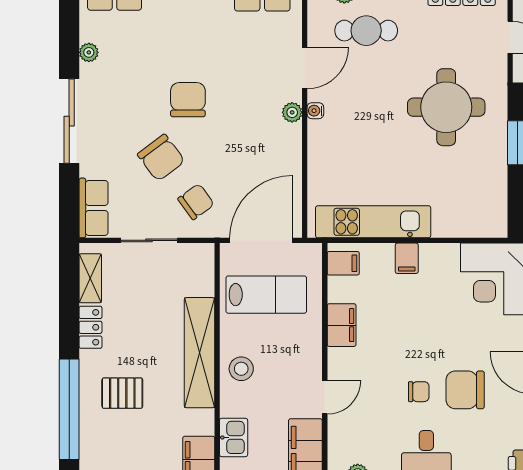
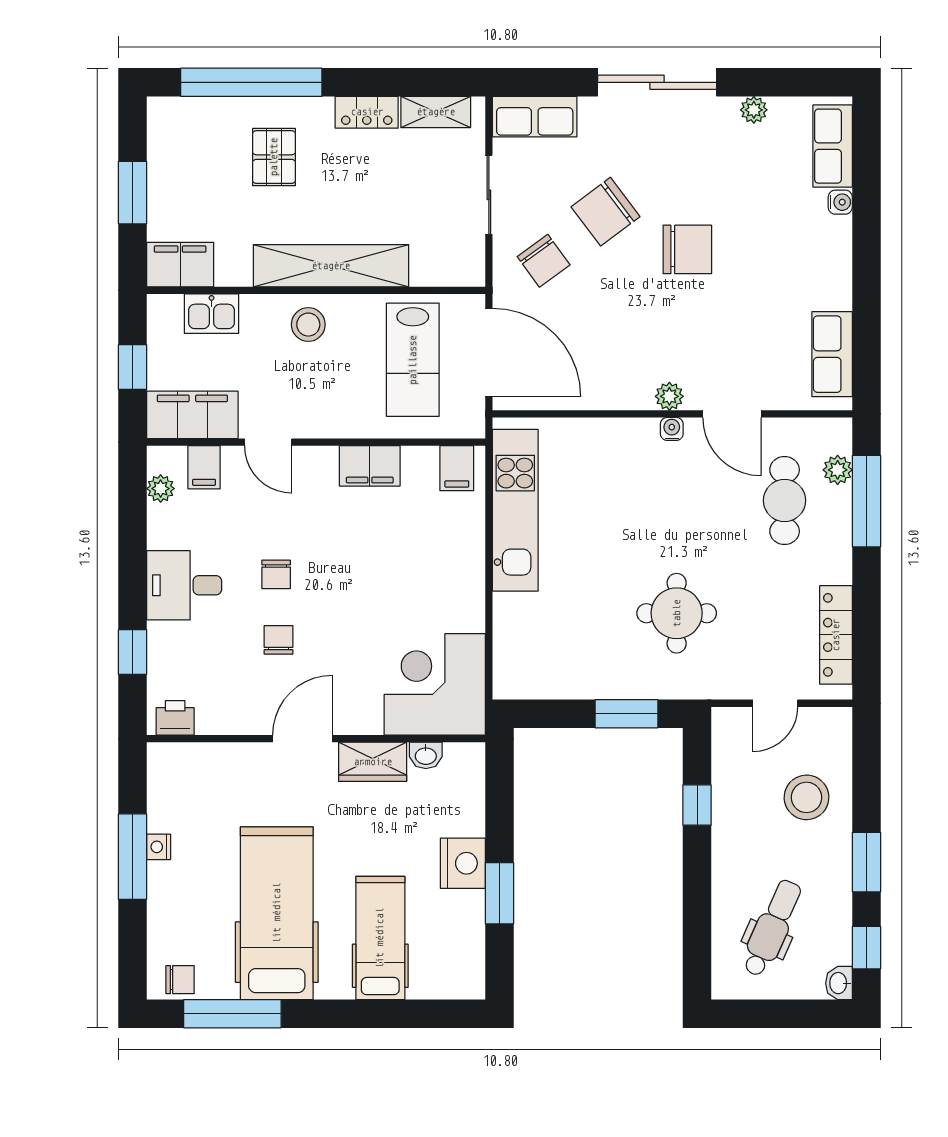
round table: (446, 107) -> (677, 613), width x0.73, depth x0.73
filing cabinet: (407, 258) -> (204, 467), moved, turned -90
chair: (465, 390) -> (279, 640), width x0.54, depth x0.54

